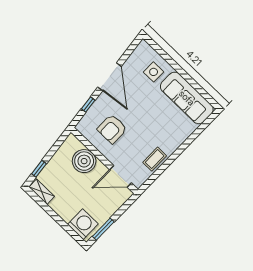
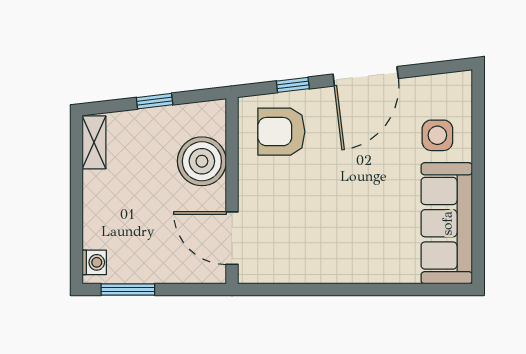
armchair: (112, 129) -> (281, 132), moved
coffee table: (155, 159) -> (308, 264), removed
window: (39, 169) -> (155, 101), moved
washing machine: (83, 224) -> (94, 262), width x0.53, depth x0.53

